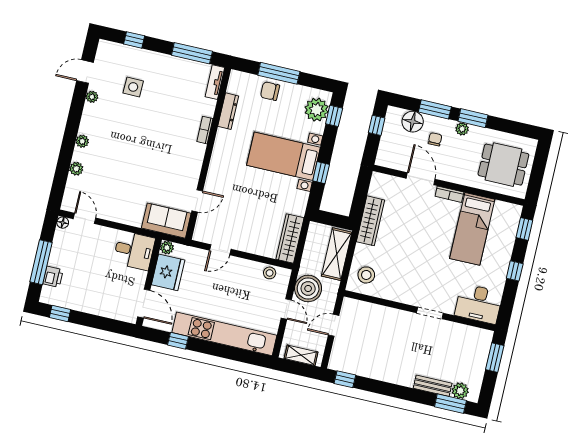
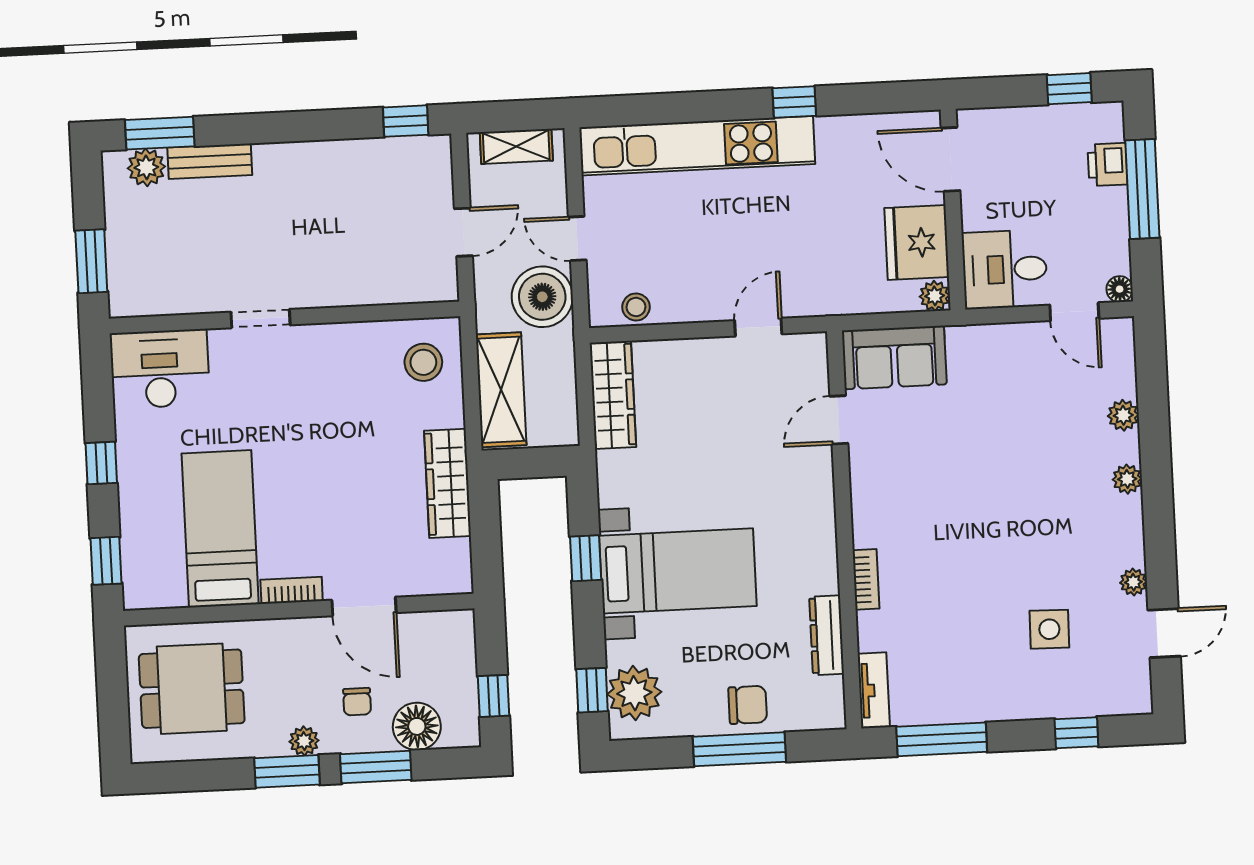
plant: (167, 248) -> (935, 296), moved
desk: (134, 250) -> (1005, 269), moved
fridge: (168, 272) -> (917, 243), moved
wall: (149, 282) -> (953, 210), moved
door: (144, 304) -> (951, 159), moved

